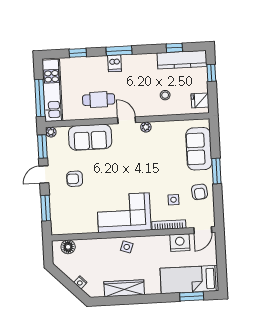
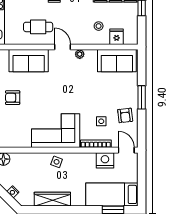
fridge: (200, 100) -> (117, 37), moved, turned 90
sofa: (199, 149) -> (117, 61), moved, turned -90
door: (203, 230) -> (126, 150), swing flipped

